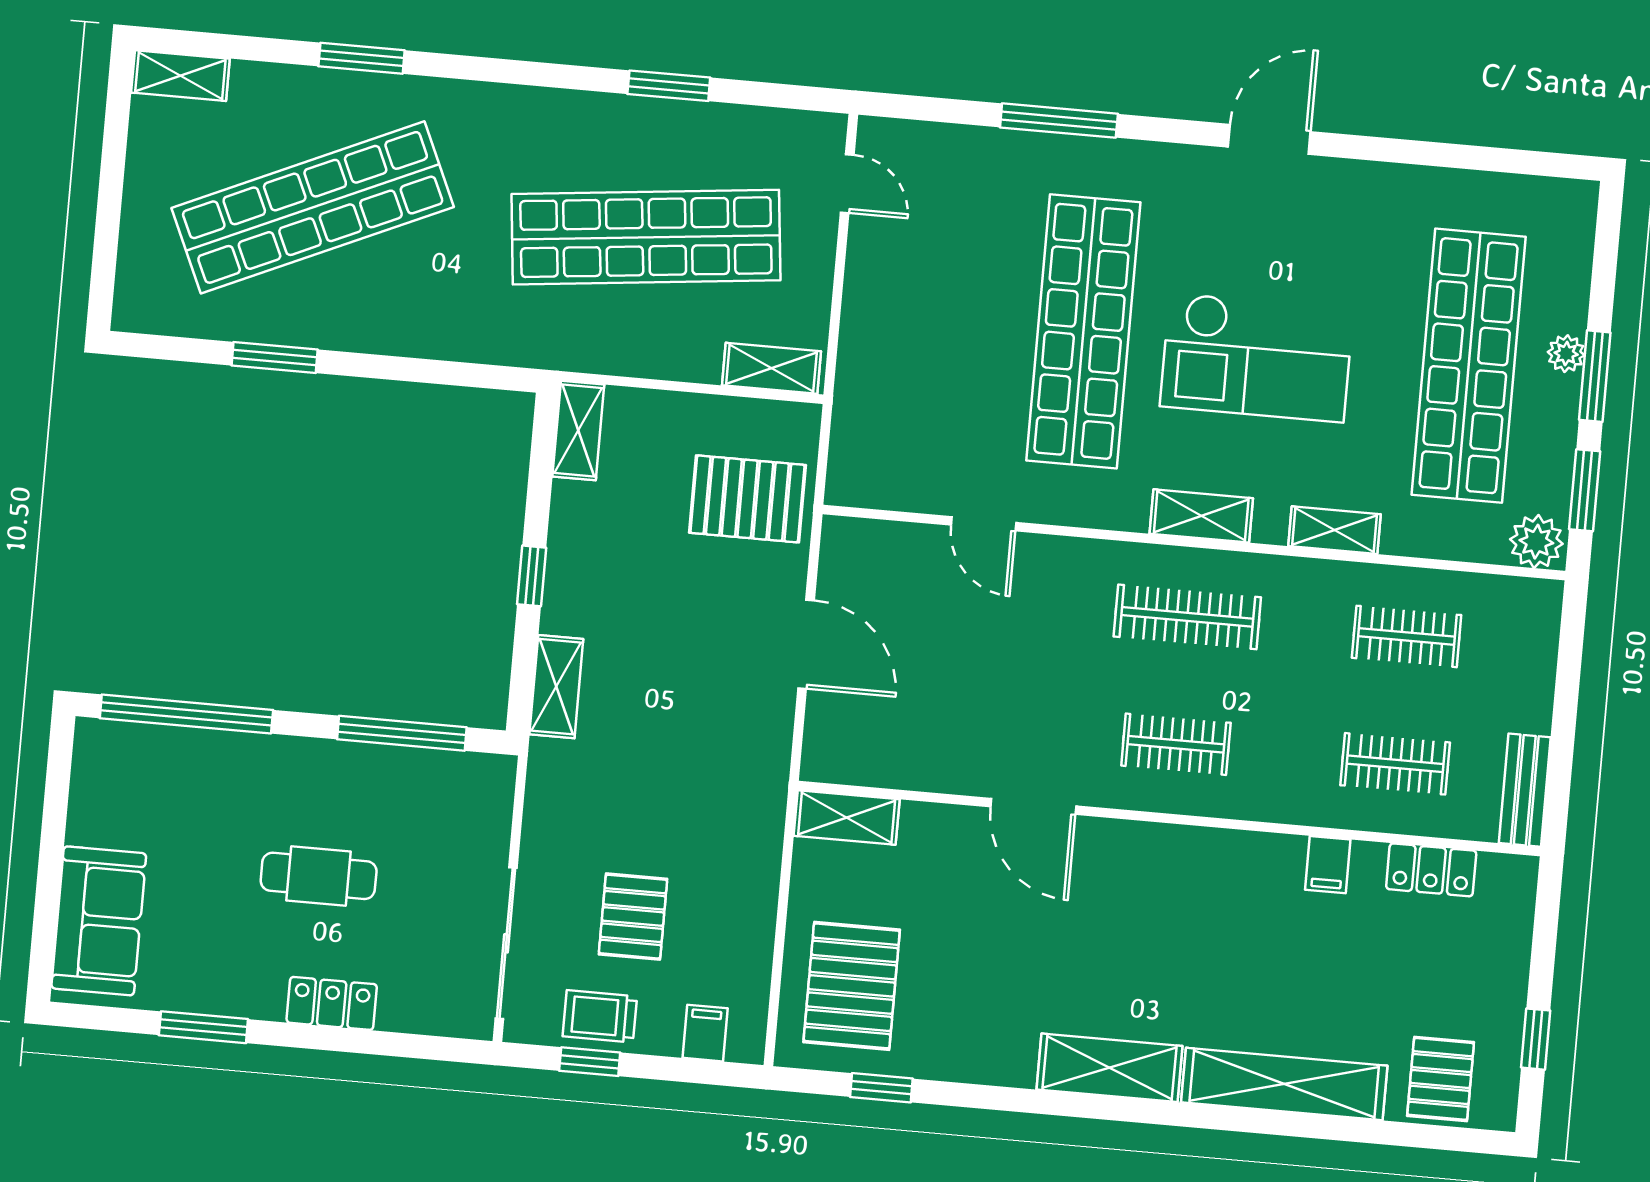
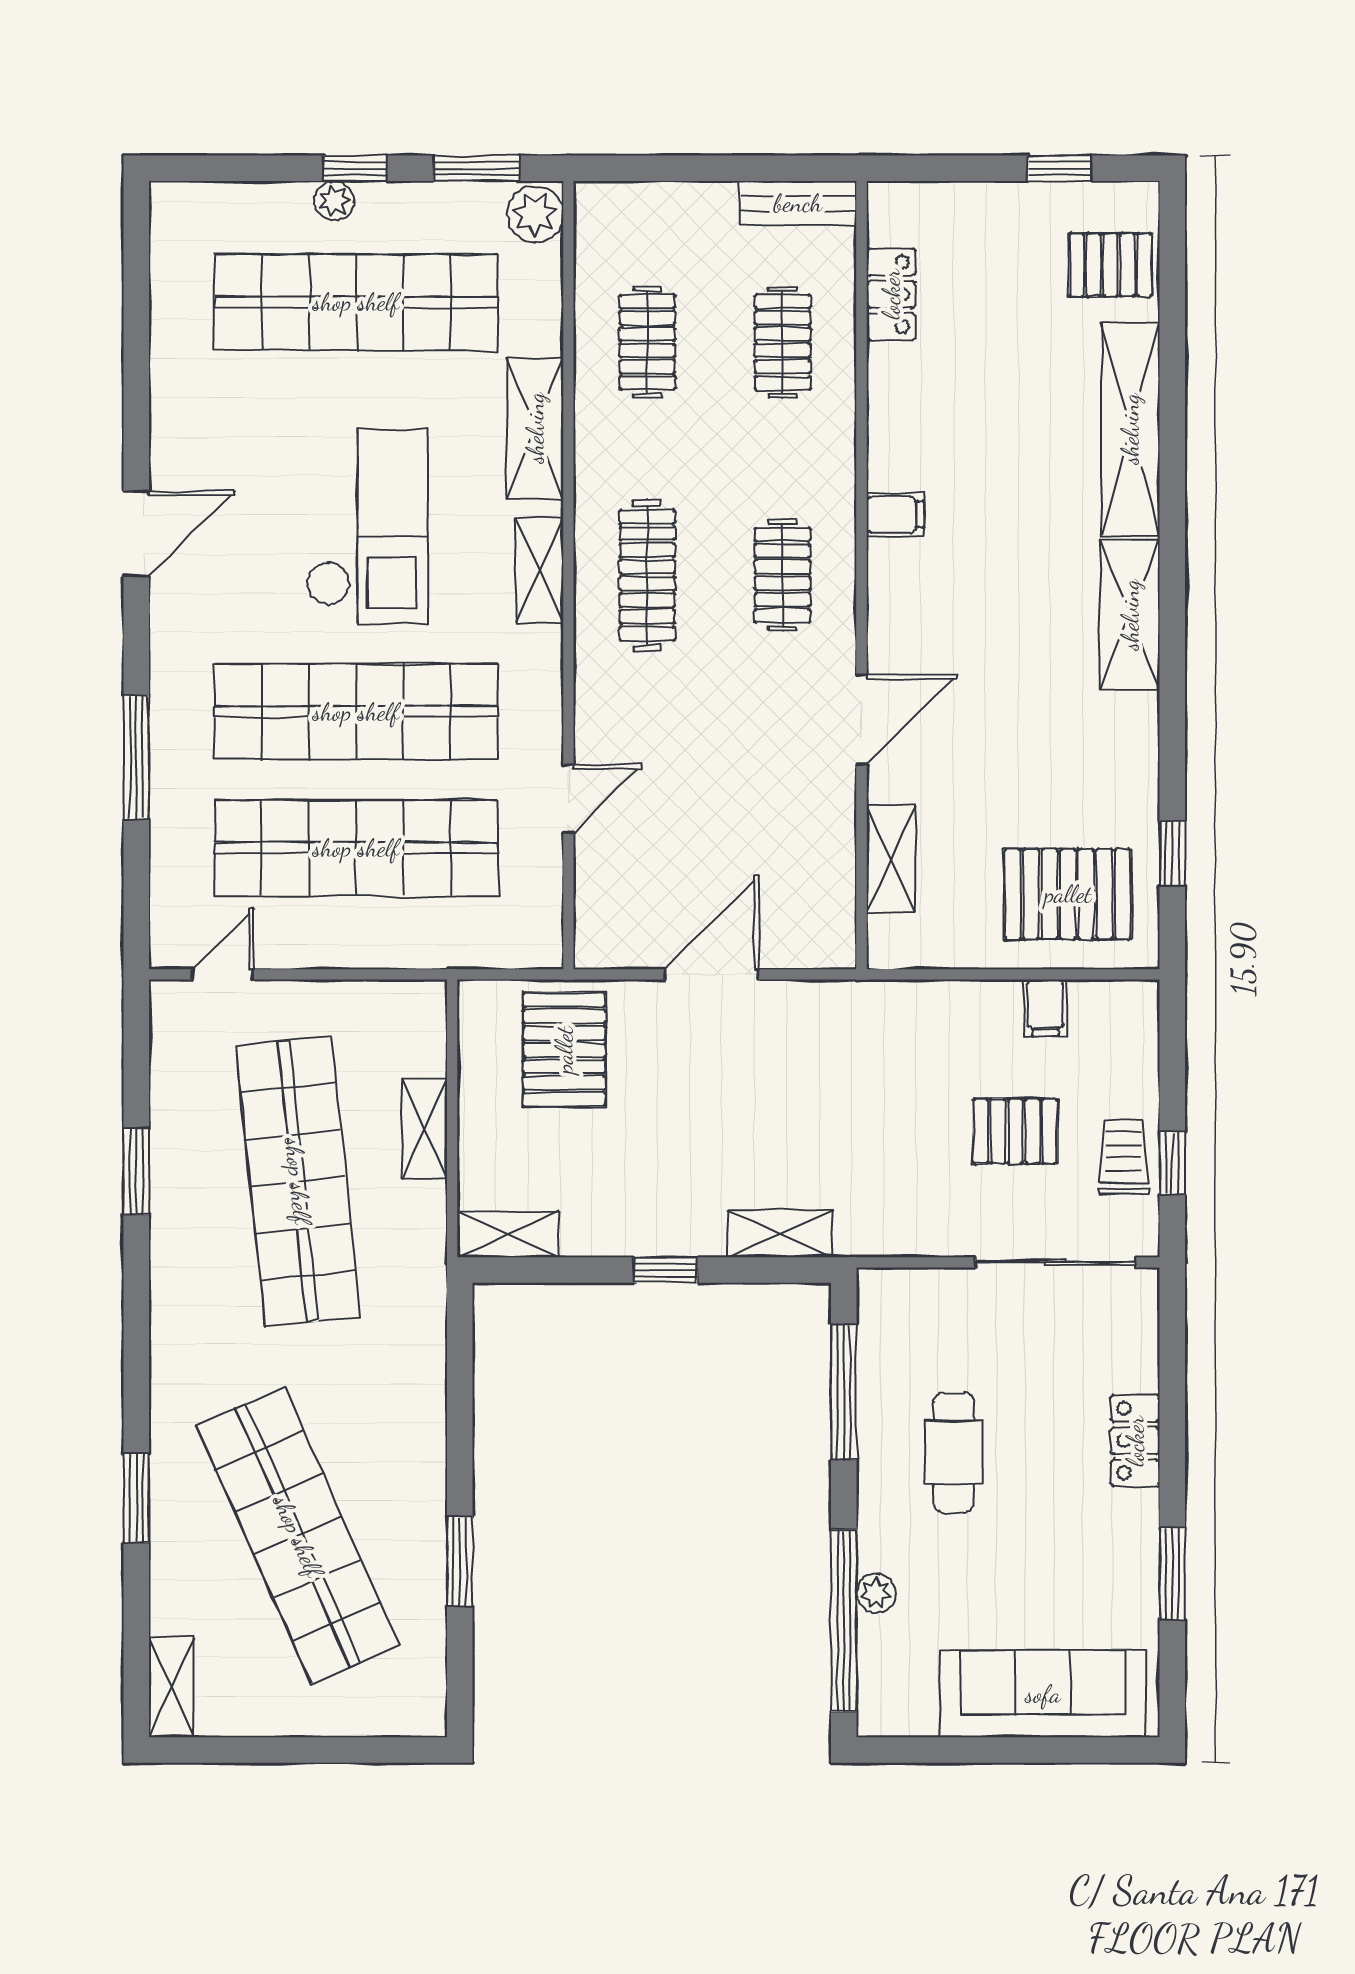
door: (1269, 139) -> (136, 534), swing flipped
shop shelf: (955, 320) -> (356, 848), added
shelving: (771, 368) -> (424, 1129), moved
window: (1595, 376) -> (355, 168), width x0.67
shelving: (1334, 530) -> (535, 428), width x1.50, depth x1.33
plant: (210, 747) -> (876, 1593), added
shelving: (847, 818) -> (891, 859), moved
filing cabinet: (1328, 865) -> (895, 515), moved
cafe table: (319, 876) -> (954, 1453), moved
sofa: (99, 921) -> (1043, 1694), width x1.36
trolley: (600, 1016) -> (1124, 1157), turned 180
filing cabinet: (705, 1033) -> (1045, 1008), moved, turned -90

